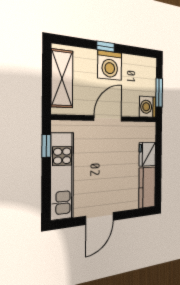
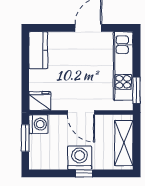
door: (108, 118) -> (81, 113), hinge flipped
window: (46, 146) -> (137, 90), width x1.50
fridge: (147, 154) -> (40, 101), moved, turned -90

